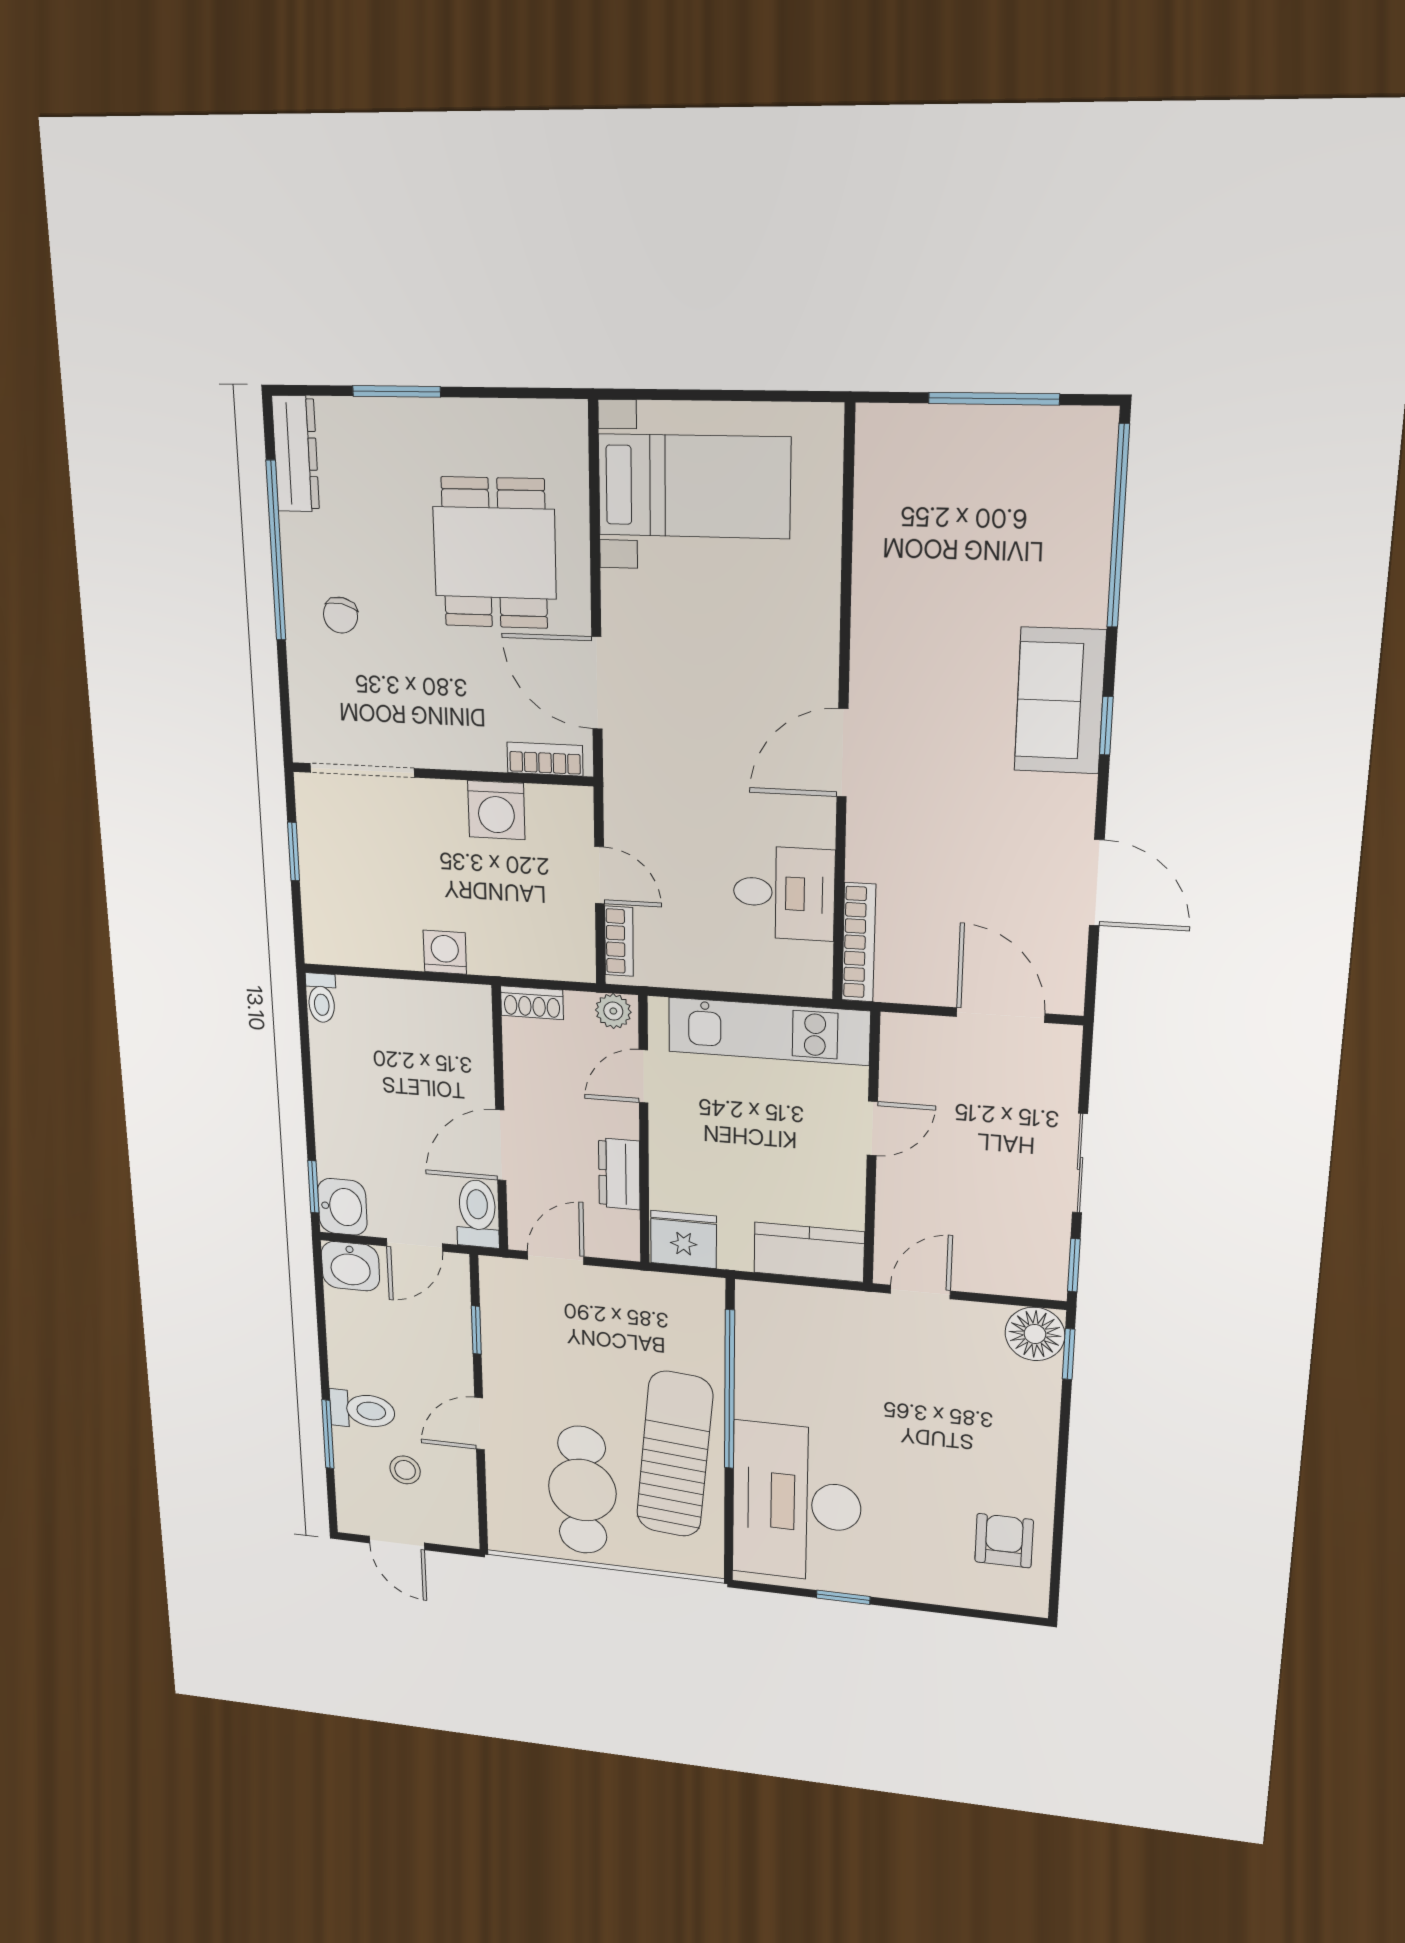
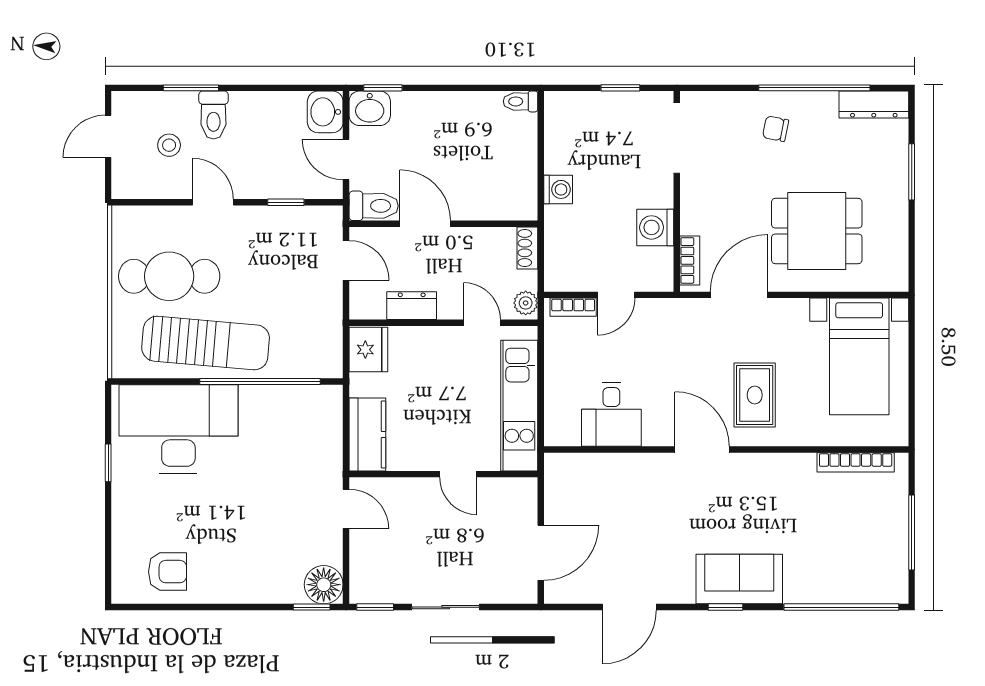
rug: (756, 664) -> (755, 395), added
bookcase: (859, 942) -> (856, 462), moved

